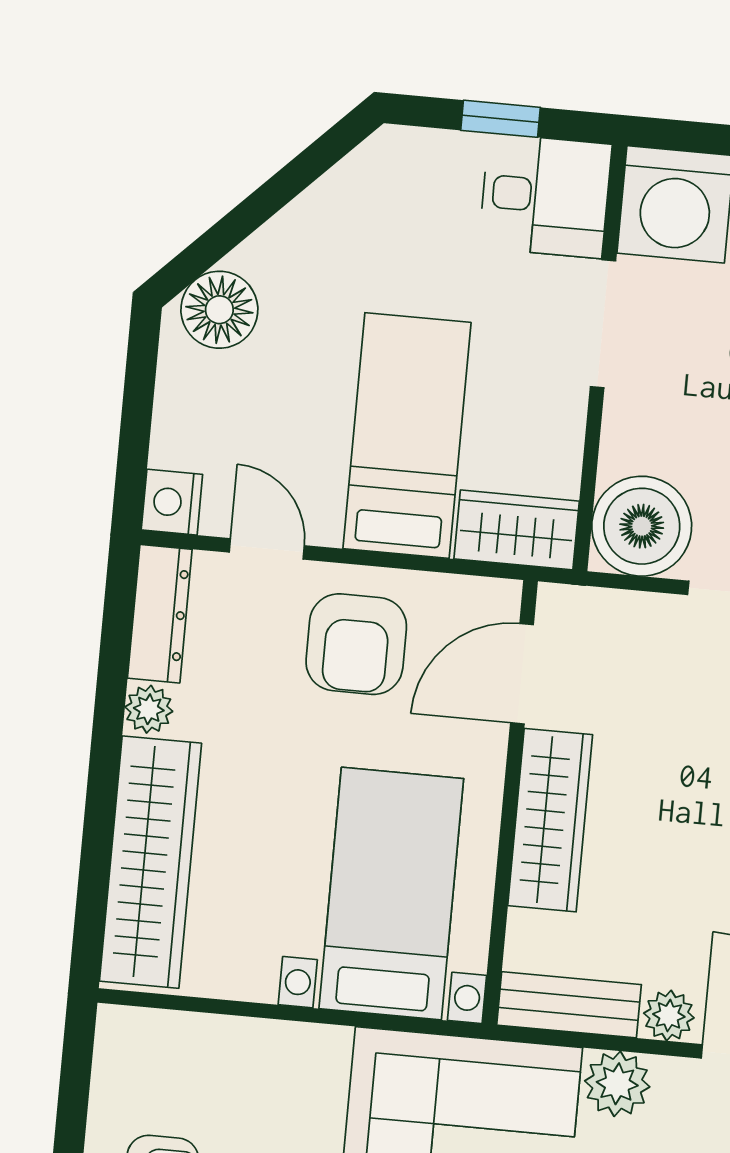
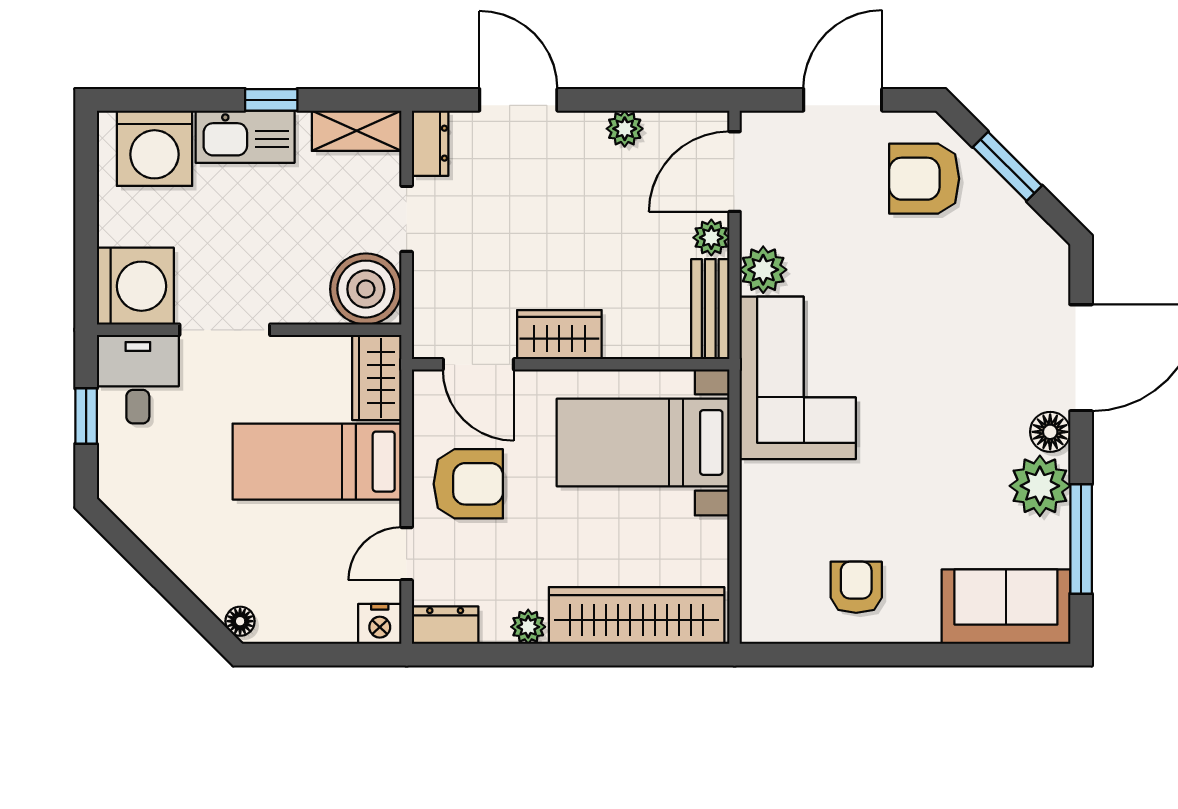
floor lamp: (219, 310) -> (240, 621), width x0.53, depth x0.53
dresser: (160, 614) -> (445, 625), width x0.70
wardrobe: (550, 820) -> (559, 335), width x0.67

